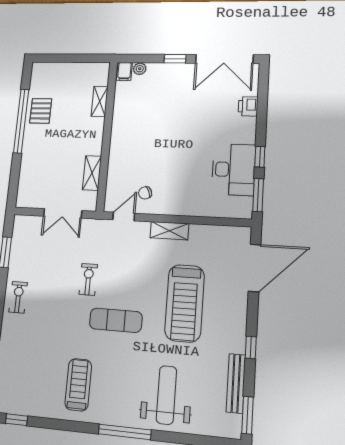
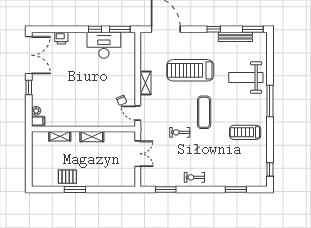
window: (21, 121) -> (75, 190), width x0.47
shelving: (92, 173) -> (92, 137), moved
treadmill: (185, 303) -> (190, 70), turned 180

